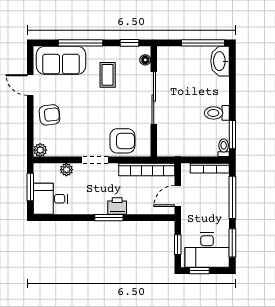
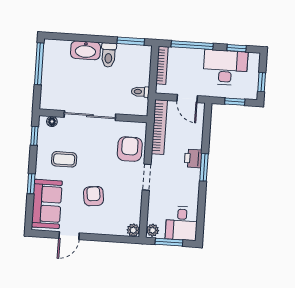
window: (80, 43) -> (31, 184), width x0.46
washbasin: (220, 61) -> (86, 50), moved
armchair: (50, 115) -> (94, 196), moved
toilet: (224, 148) -> (140, 92), moved
plant: (66, 170) -> (153, 230), moved
window: (232, 243) -> (237, 48), width x0.67
desk: (207, 250) -> (225, 68), moved, turned -90

